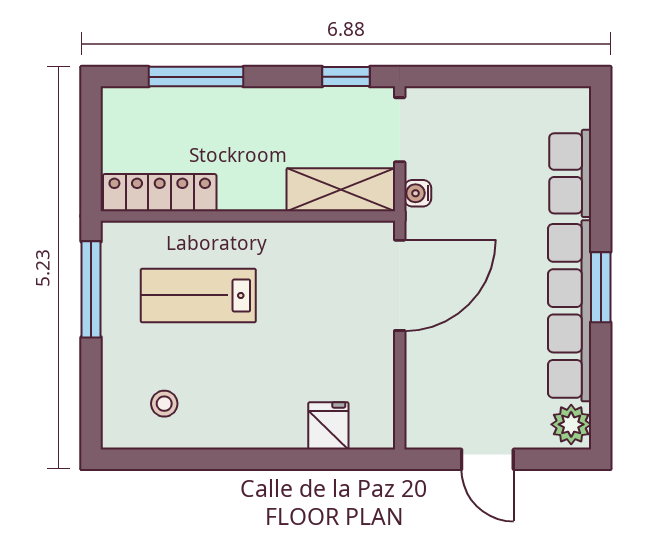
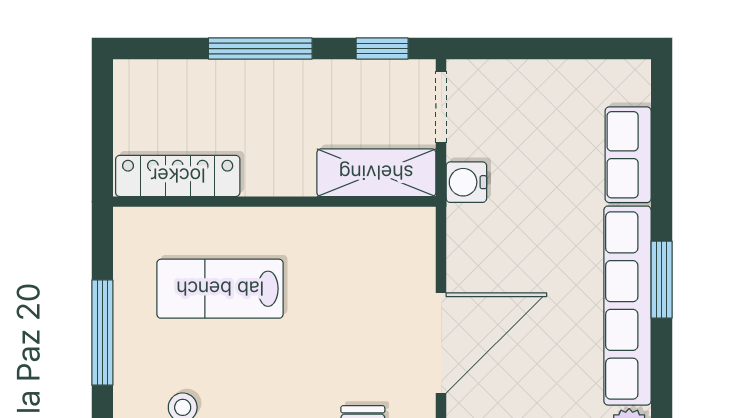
window: (196, 77) -> (260, 49), moved
water cooler: (418, 193) -> (466, 182), width x1.38, depth x1.38
door: (400, 285) -> (441, 343), moved
window: (91, 289) -> (102, 333), moved

